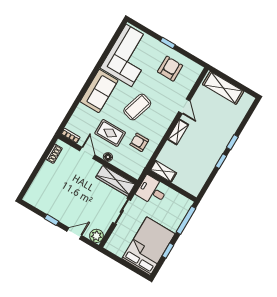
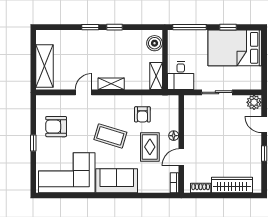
wardrobe: (115, 181) -> (232, 185), moved, turned -90
boiler: (190, 185) -> (155, 43), added

